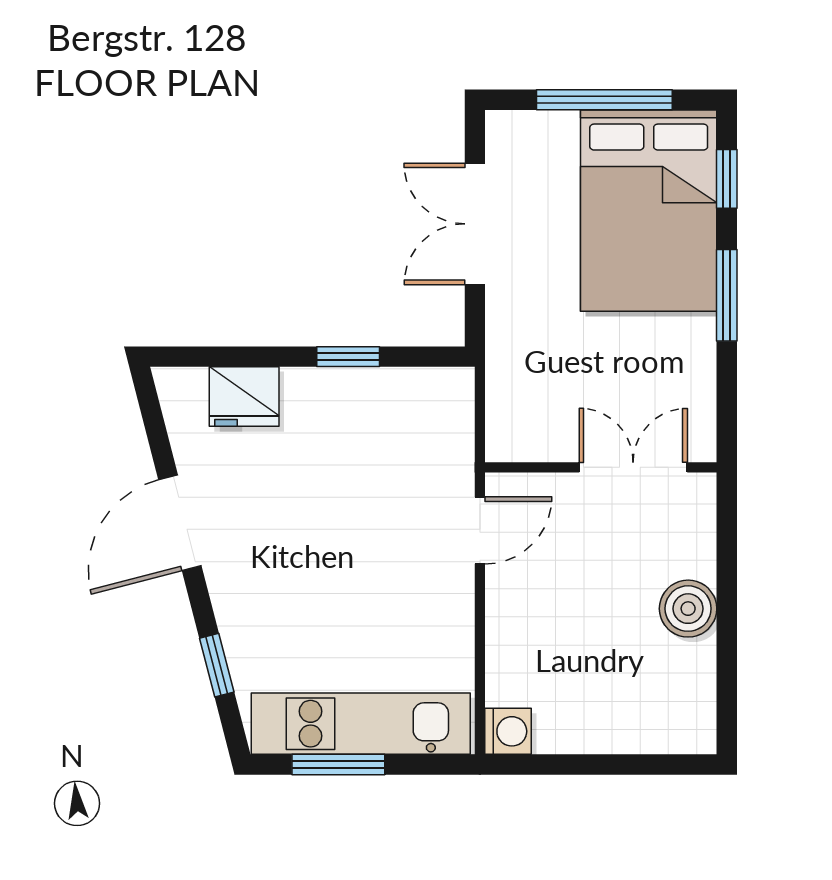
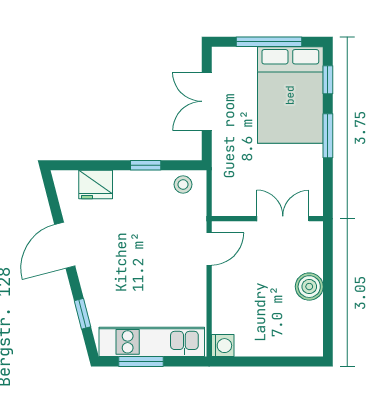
stool: (426, 397) -> (183, 184), added

